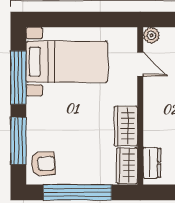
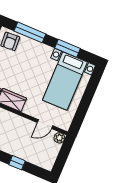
window: (18, 78) -> (68, 48), width x0.69

